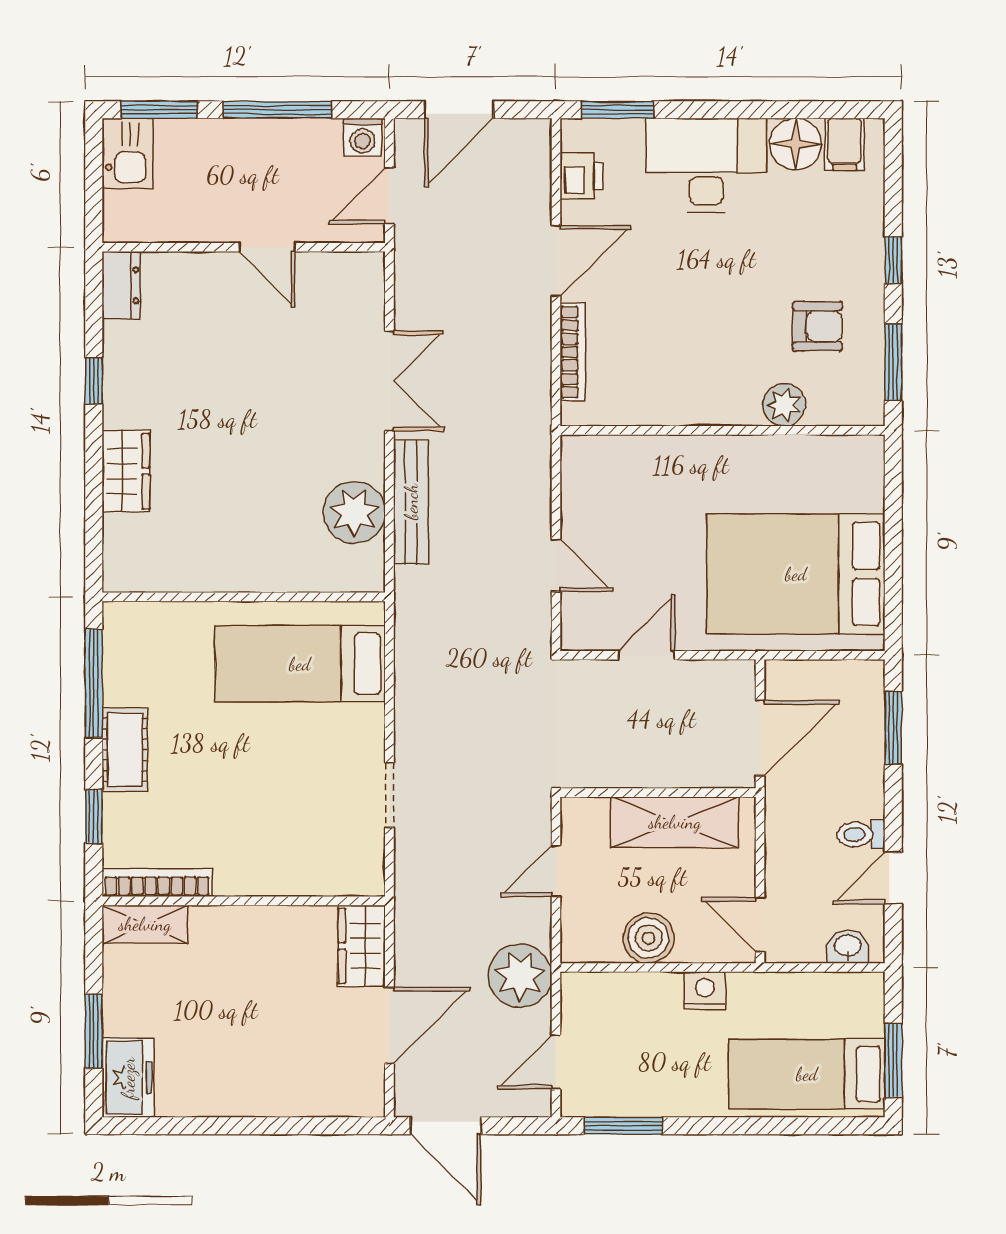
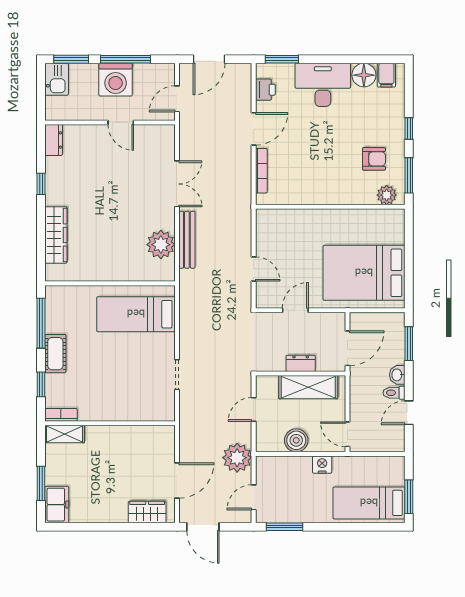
washing machine: (363, 137) -> (116, 80), moved, width x1.89, depth x1.89
plant: (784, 405) -> (387, 195), moved
wardrobe: (126, 471) -> (56, 235), width x1.50
dresser: (658, 771) -> (301, 363), added
bookcase: (157, 883) -> (61, 415), width x0.64
wardrobe: (362, 946) -> (147, 512), moved, turned 90
washbasin: (848, 947) -> (397, 375), moved, turned -90

